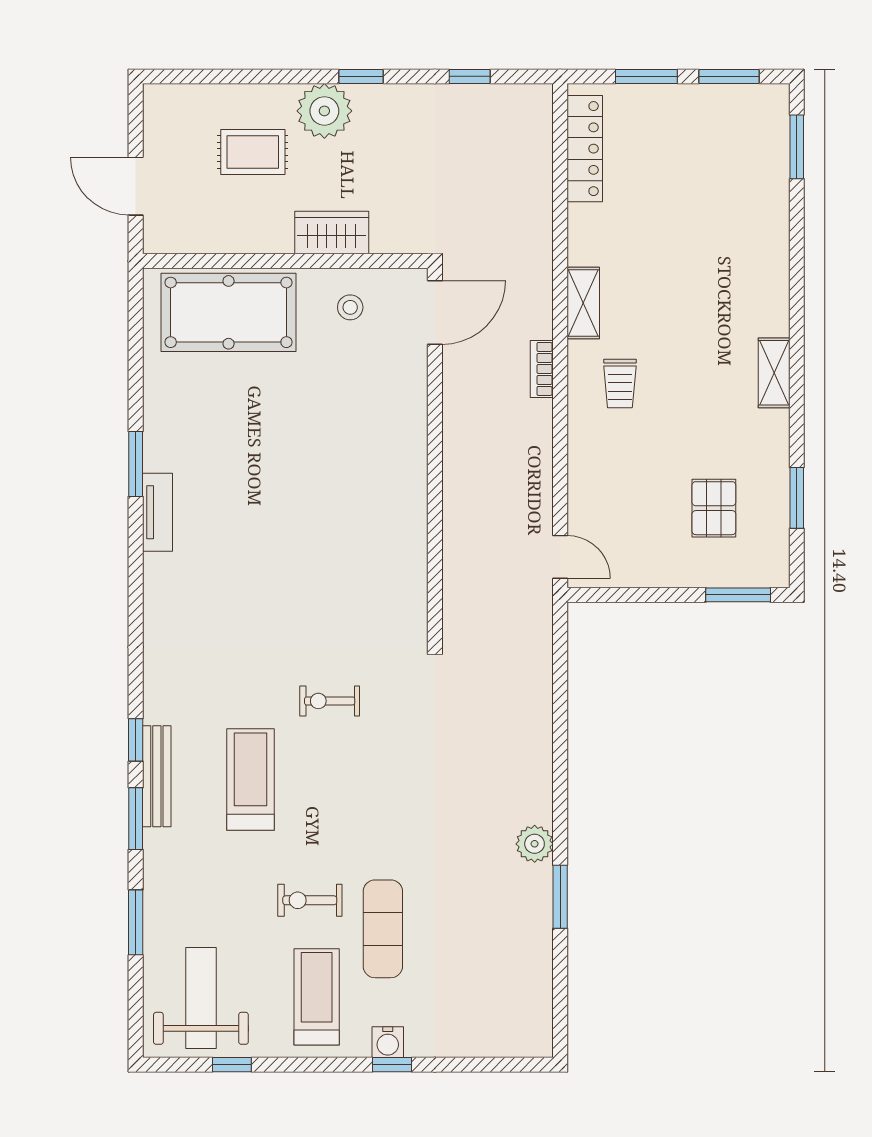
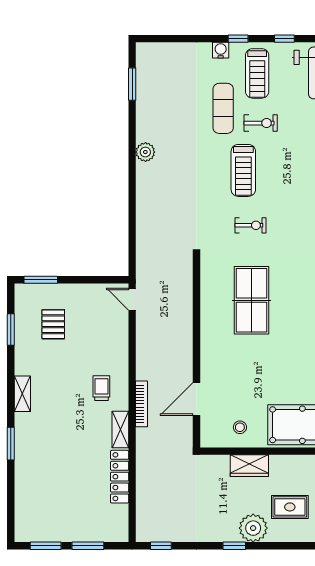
window: (470, 76) -> (161, 546), moved
window: (797, 147) -> (11, 444), moved
locker: (585, 149) -> (120, 477), moved
door: (435, 312) -> (196, 399), moved
bookcase: (542, 369) -> (142, 404), width x1.56
table tennis table: (328, 555) -> (251, 300), added
treadmill: (250, 780) -> (243, 170), moved
window: (560, 897) -> (132, 84), moved
window: (232, 1065) -> (284, 39), moved
window: (392, 1065) -> (238, 39), moved

